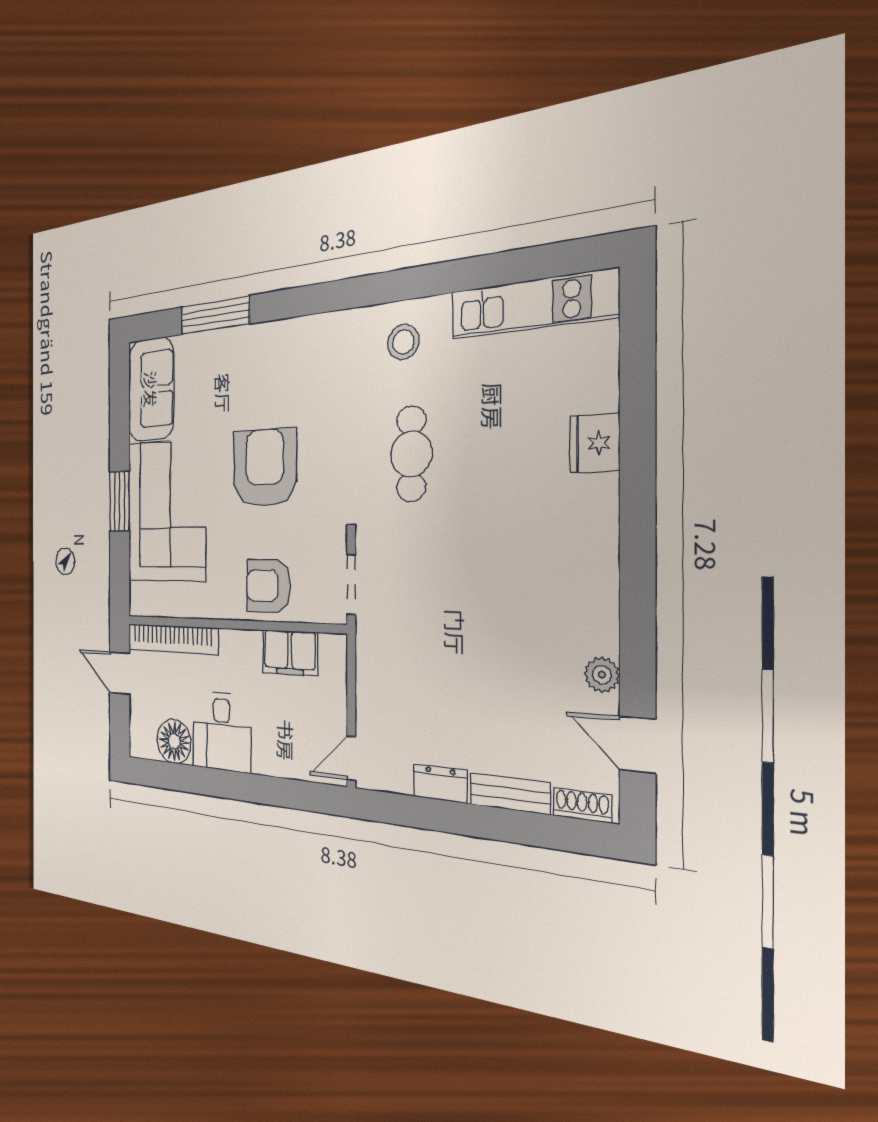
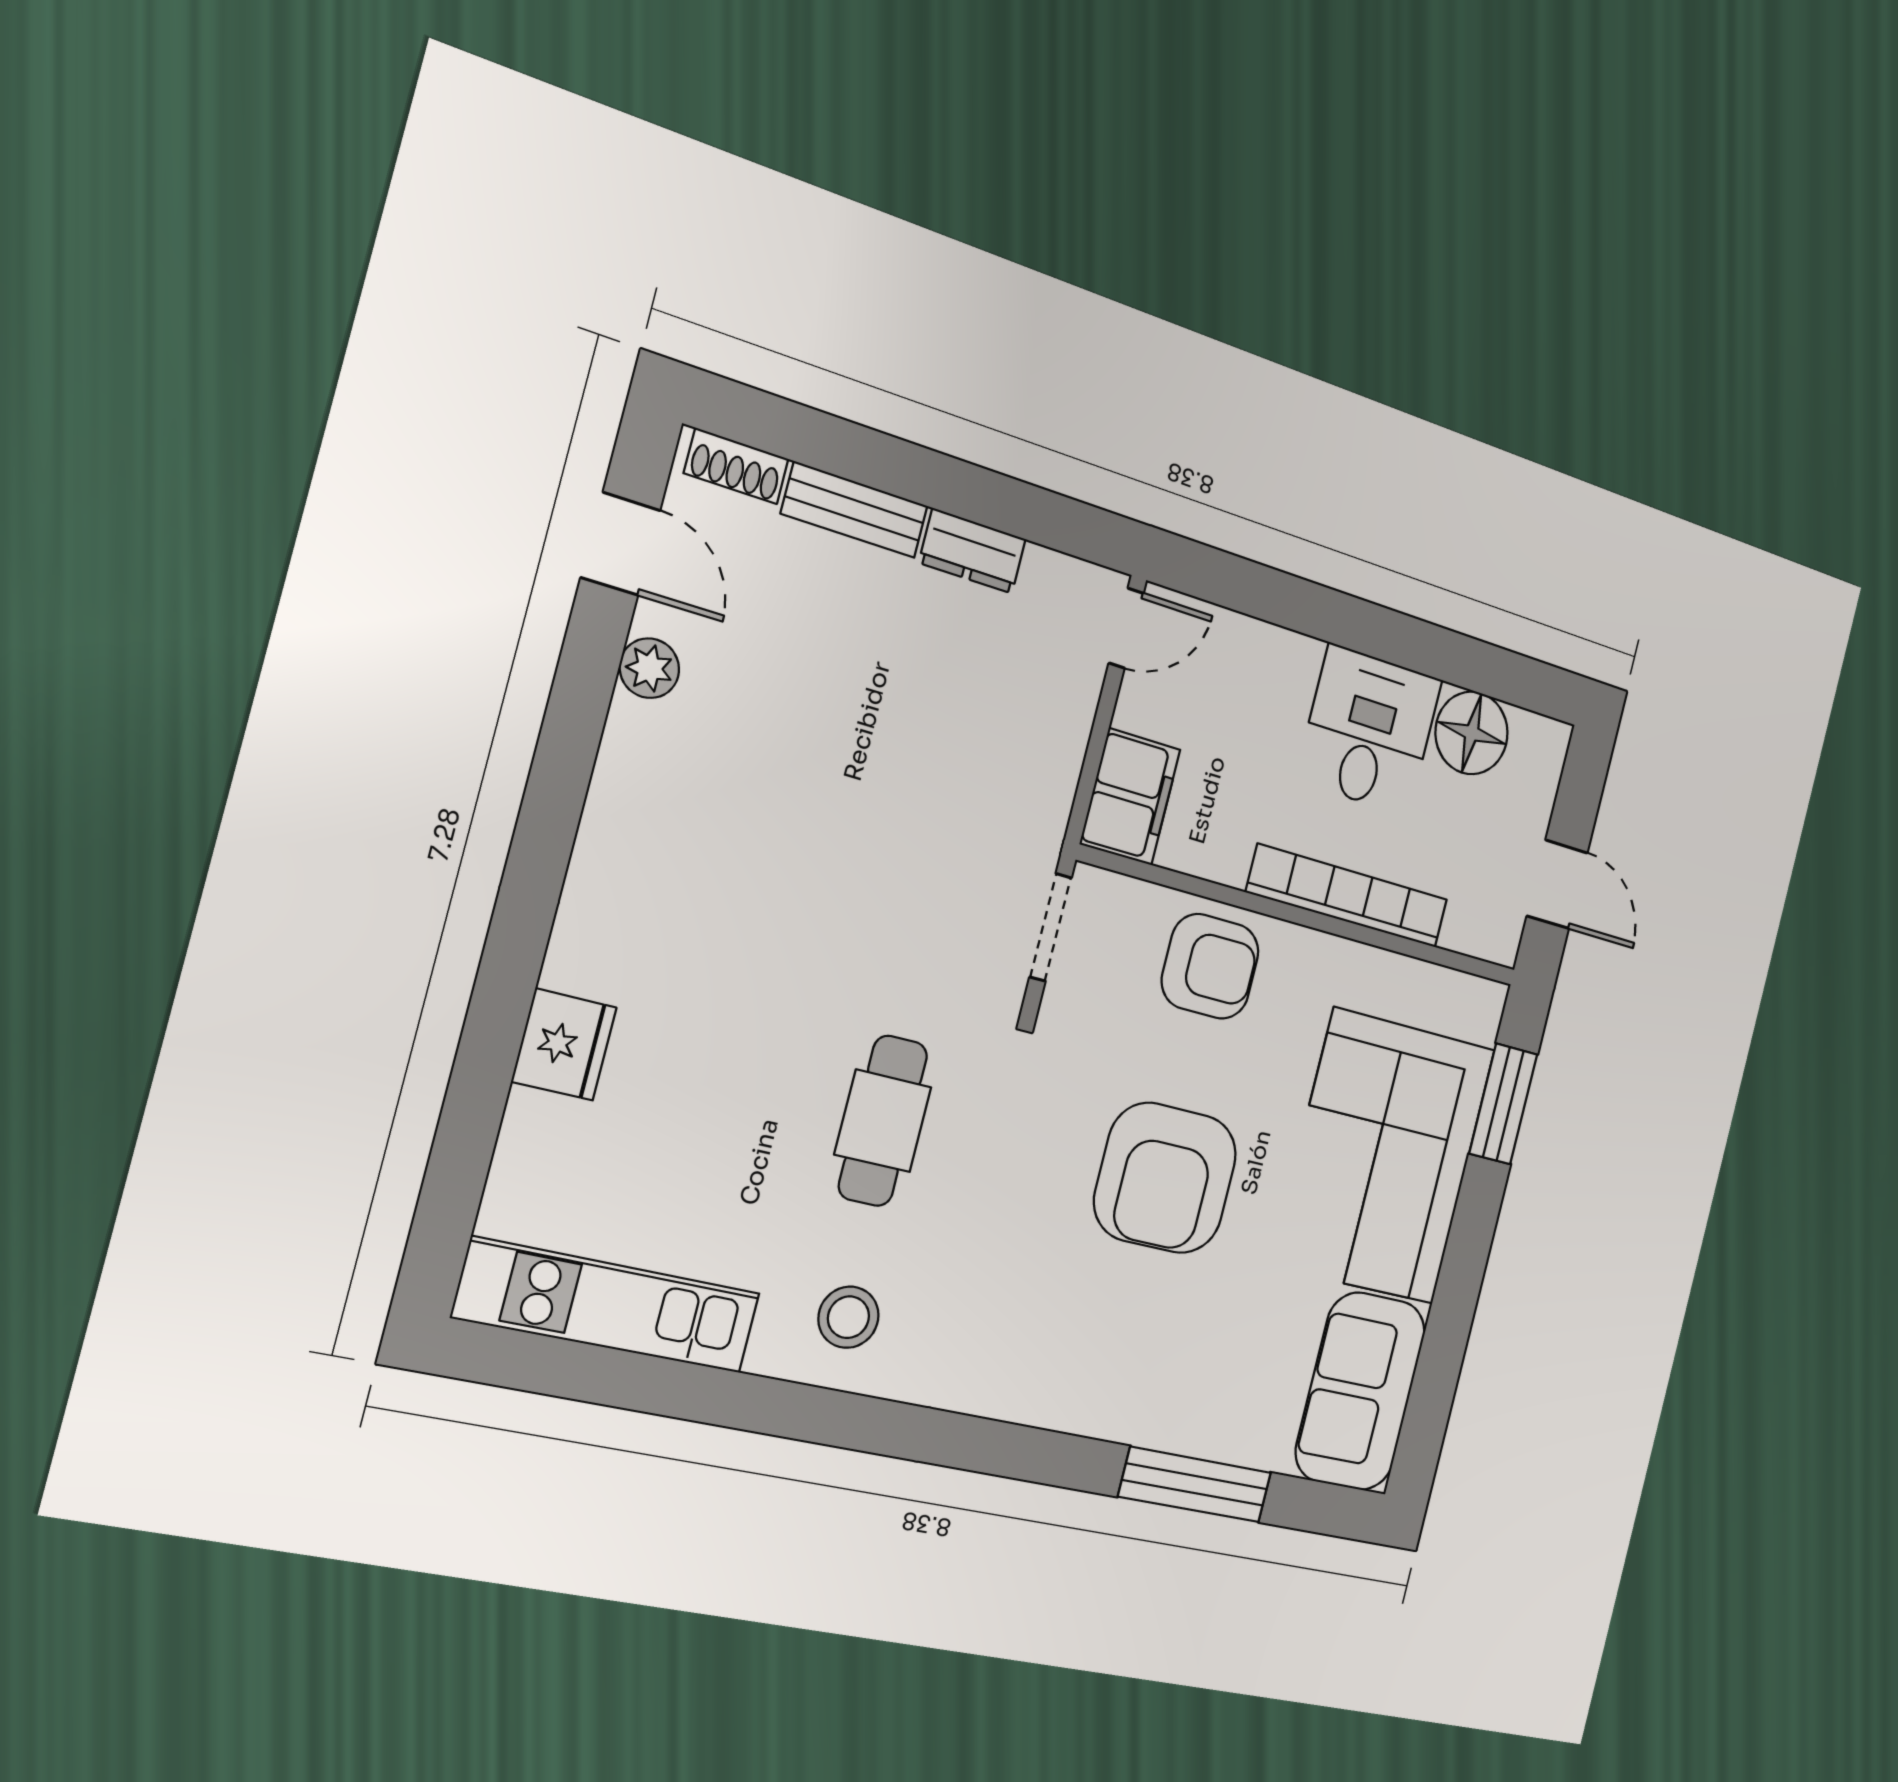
window: (120, 501) -> (1503, 1104), moved
bookcase: (172, 639) -> (1348, 896), moved
filing cabinet: (290, 653) -> (1130, 797), moved, turned 90

